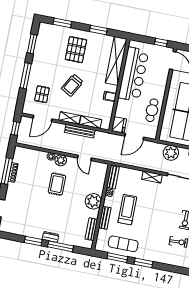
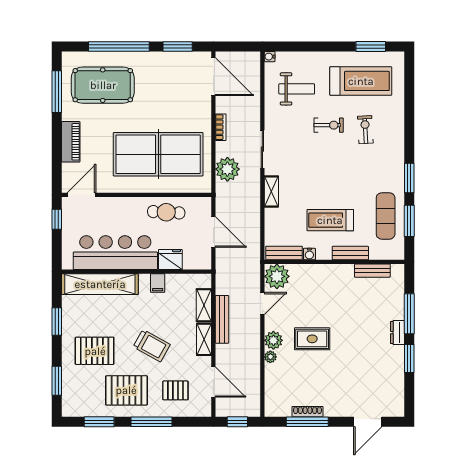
pallet: (48, 64) -> (126, 390), added
fridge: (119, 125) -> (170, 260), moved
plant: (93, 201) -> (277, 276), moved

